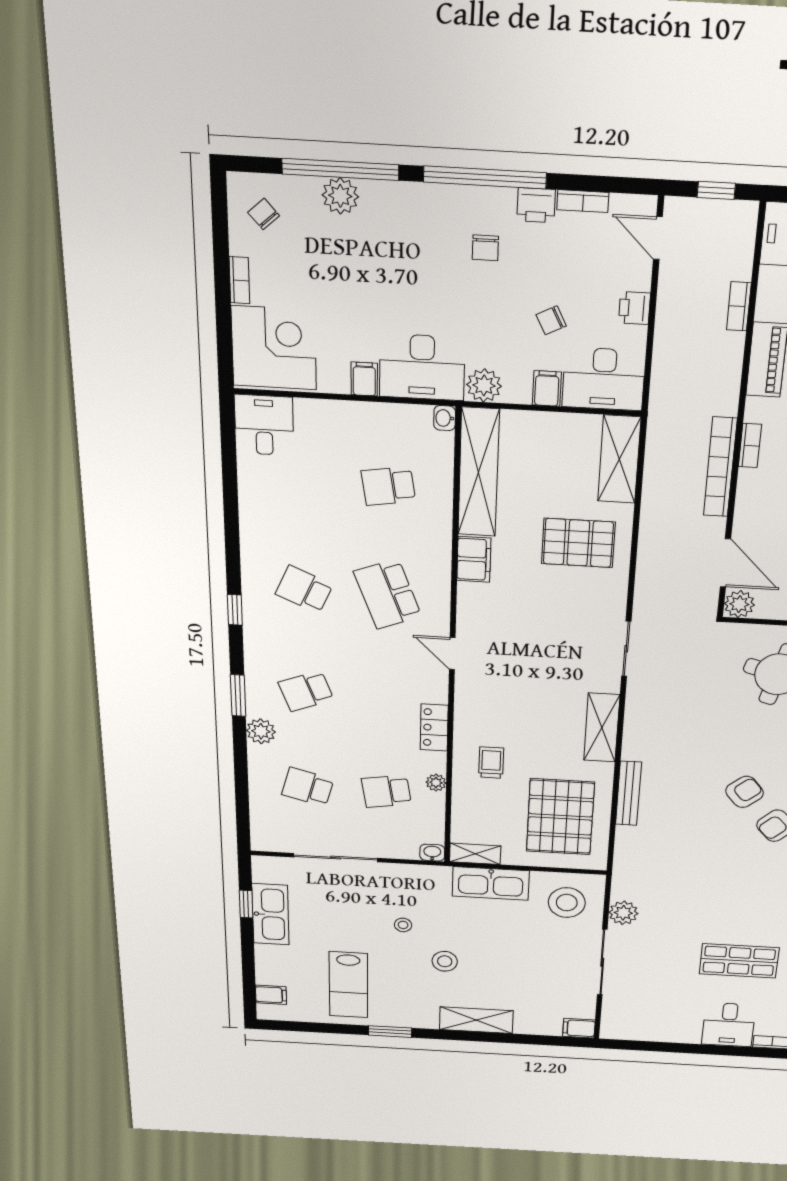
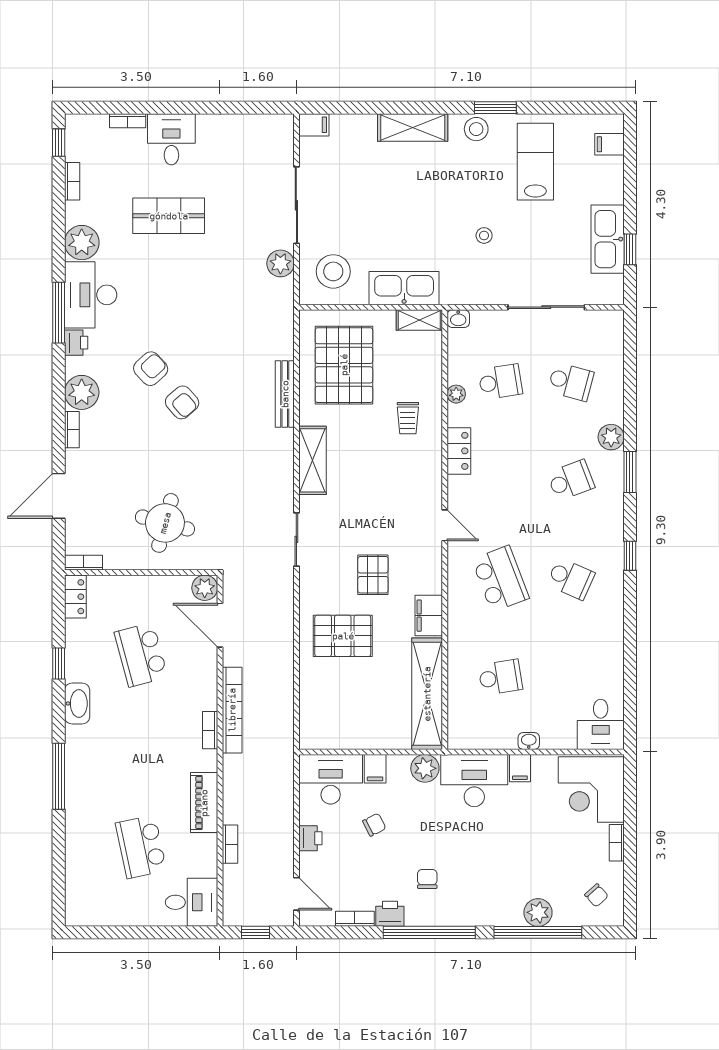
washbasin: (445, 418) -> (529, 741), moved, turned -90
shelving: (619, 459) -> (314, 712), removed
pallet: (539, 607) -> (373, 575), added
armchair: (745, 792) -> (182, 402), turned -91
stool: (445, 961) -> (476, 129), moved

